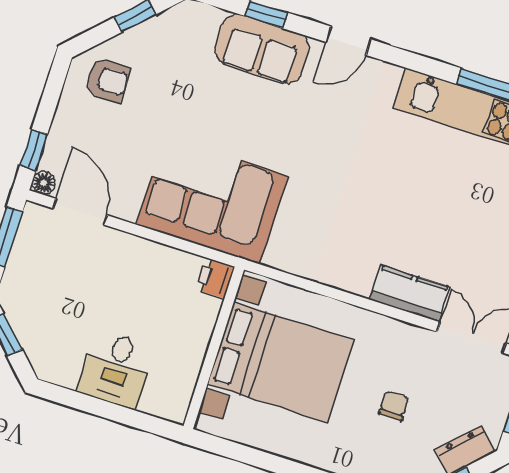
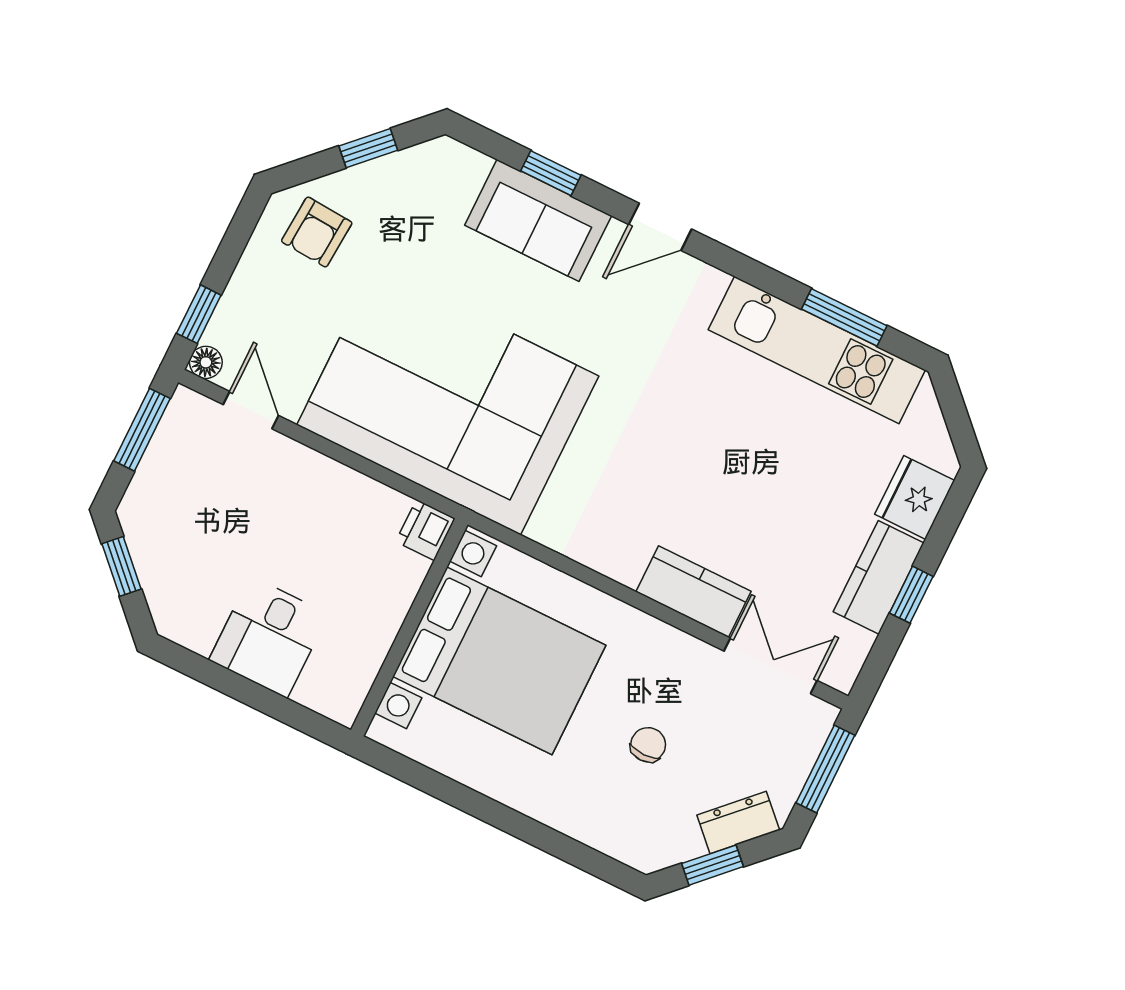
armchair: (108, 80) -> (317, 232), turned 94
corner sofa: (212, 200) -> (448, 400), width x1.36, depth x1.36
door: (80, 212) -> (251, 410), width x0.73

